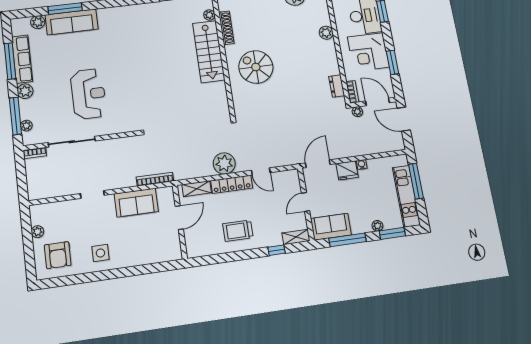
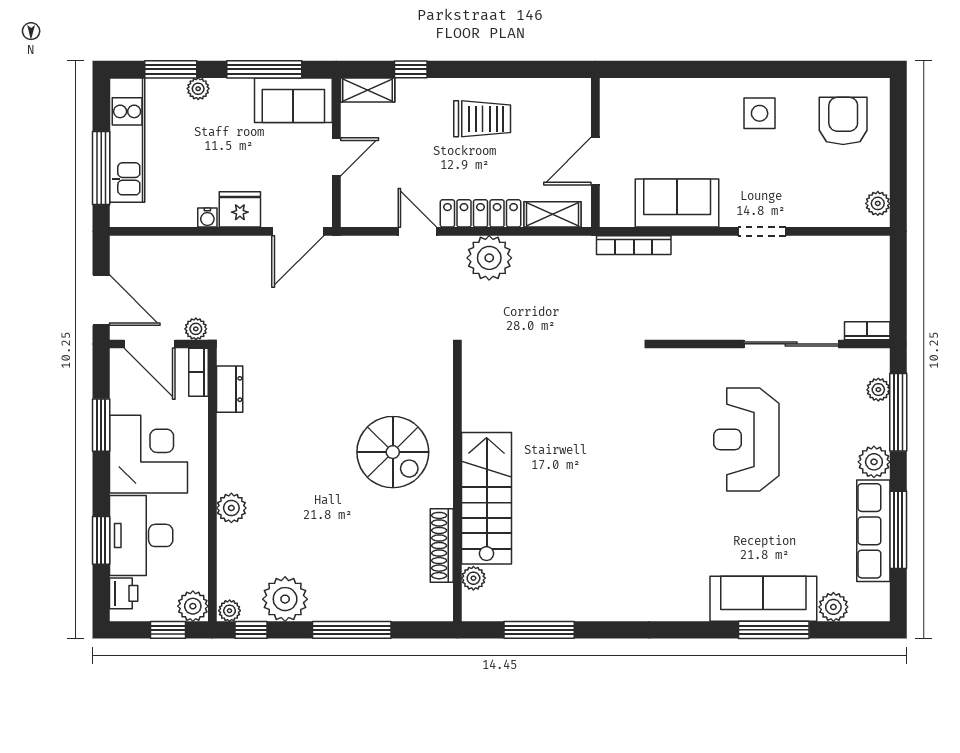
plant: (37, 232) -> (878, 203), moved

